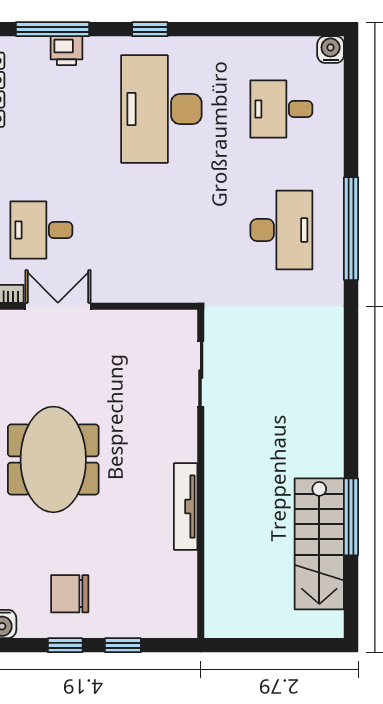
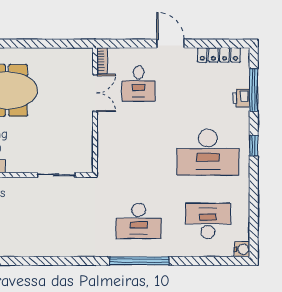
desk: (161, 109) -> (208, 152), turned 180
desk: (281, 109) -> (208, 221), width x1.37
desk: (41, 230) -> (139, 83), turned 180

